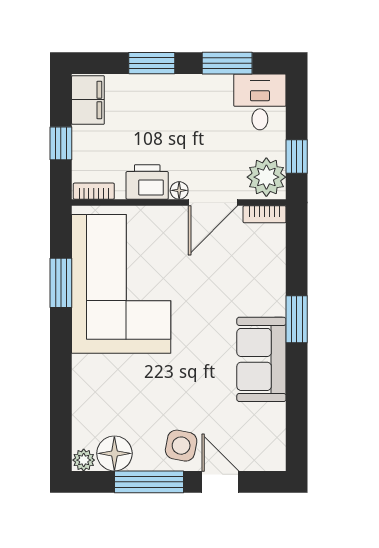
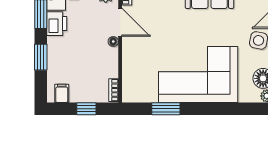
filing cabinet: (88, 100) -> (62, 93), width x0.50
printer: (147, 182) -> (57, 24), moved, turned 180
corner sofa: (121, 284) -> (198, 75), moved

